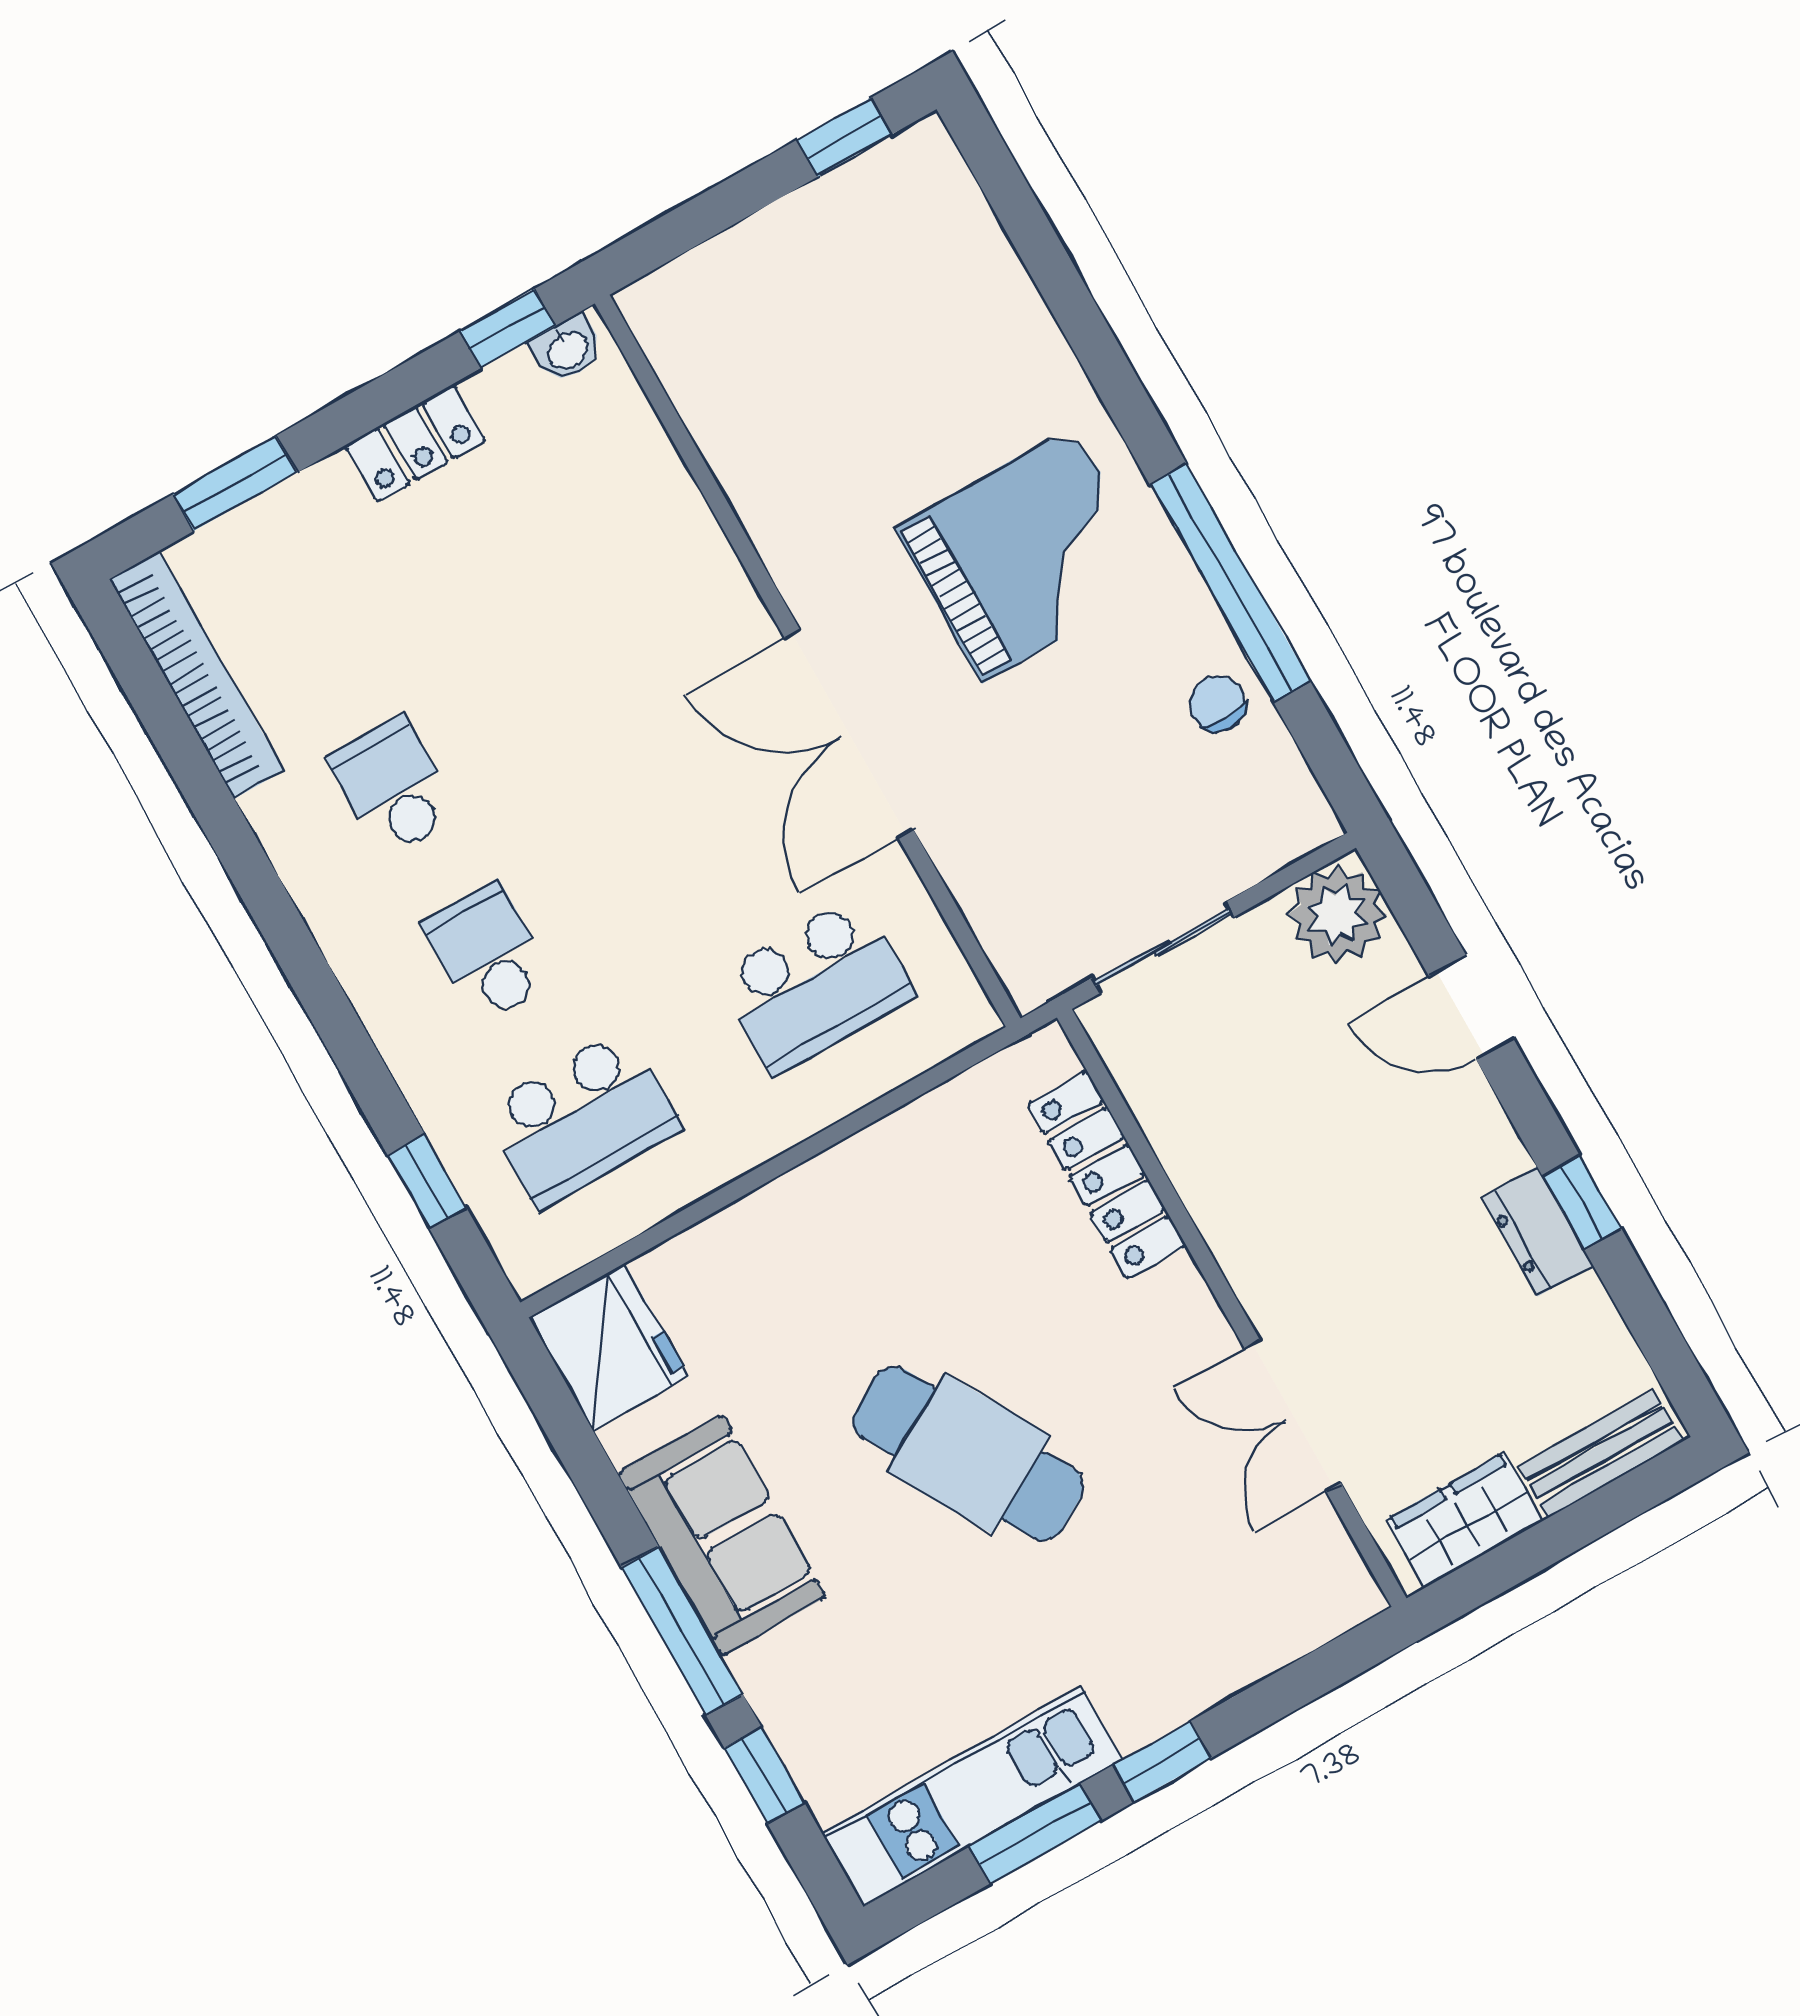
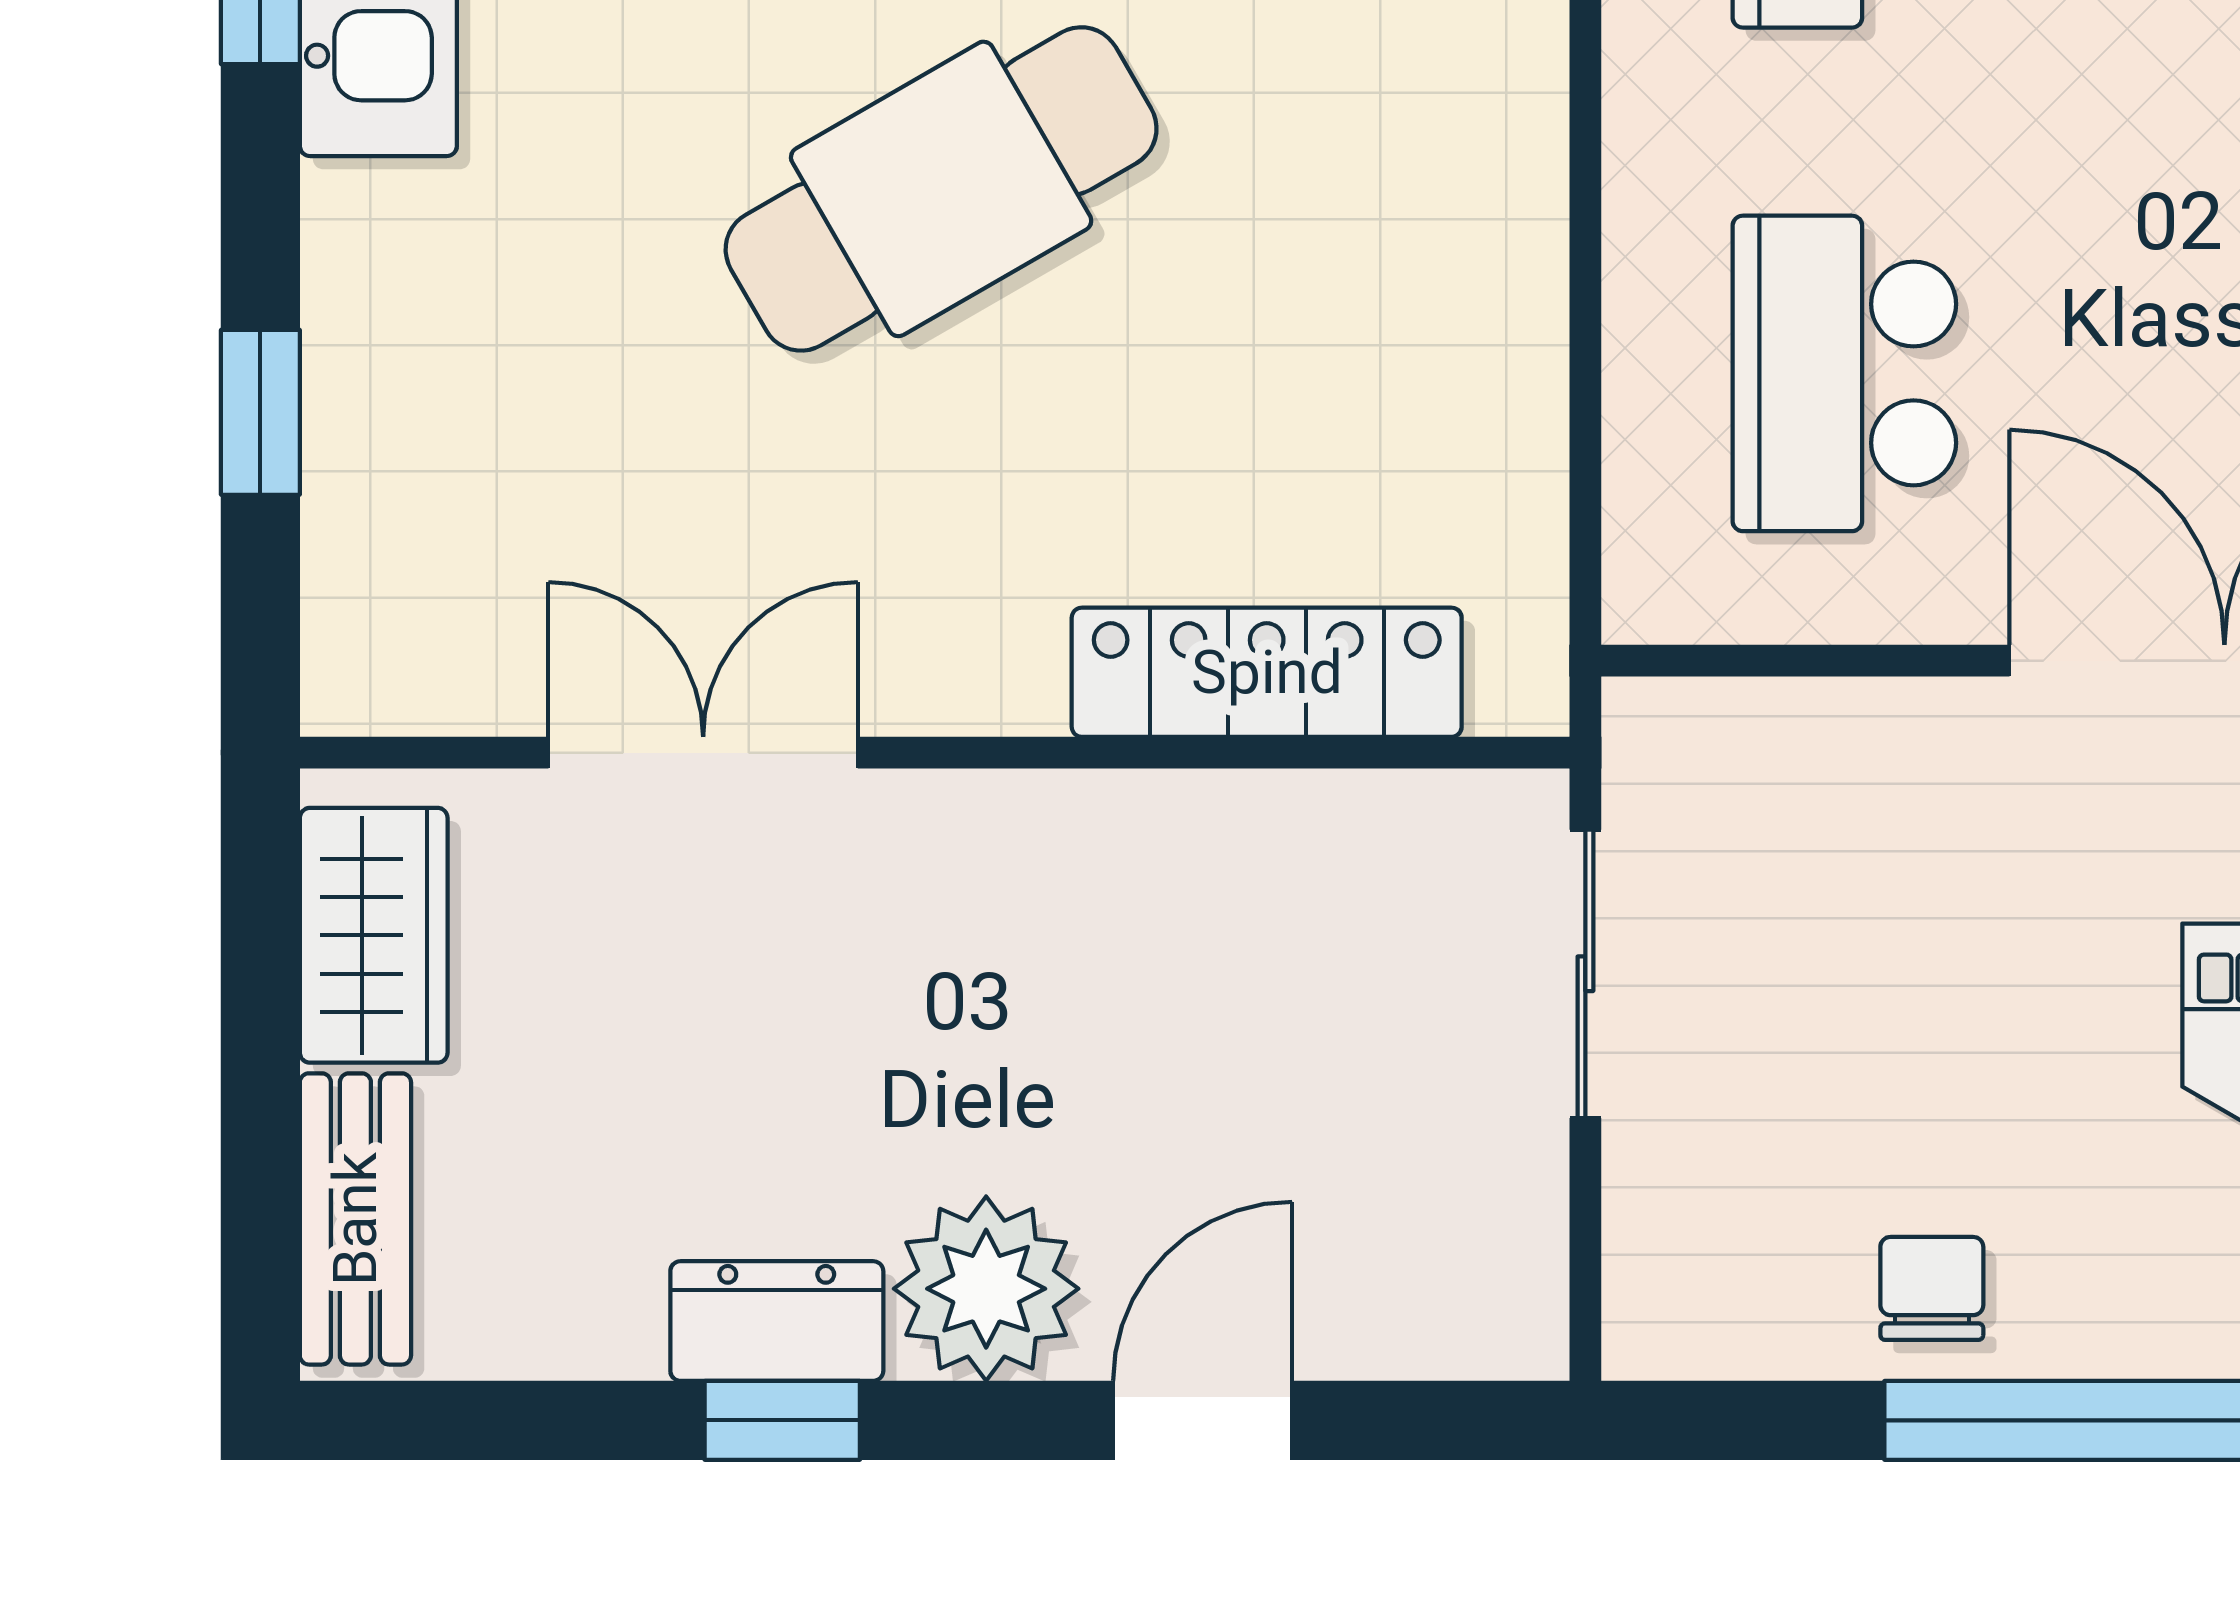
chair: (1218, 704) -> (1932, 1288), turned -90
plant: (1337, 915) -> (986, 1289), moved
window: (1162, 1762) -> (260, 412), moved

